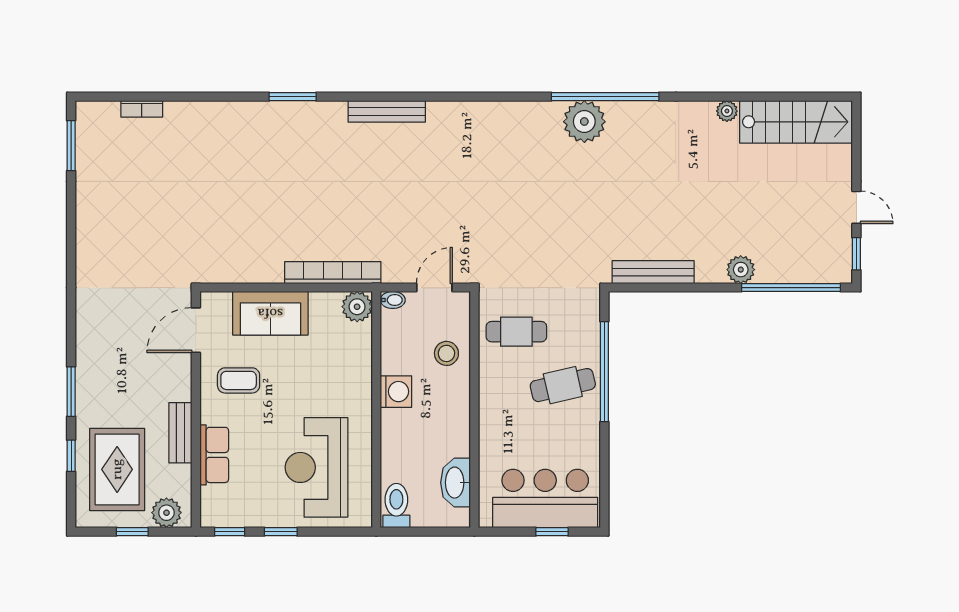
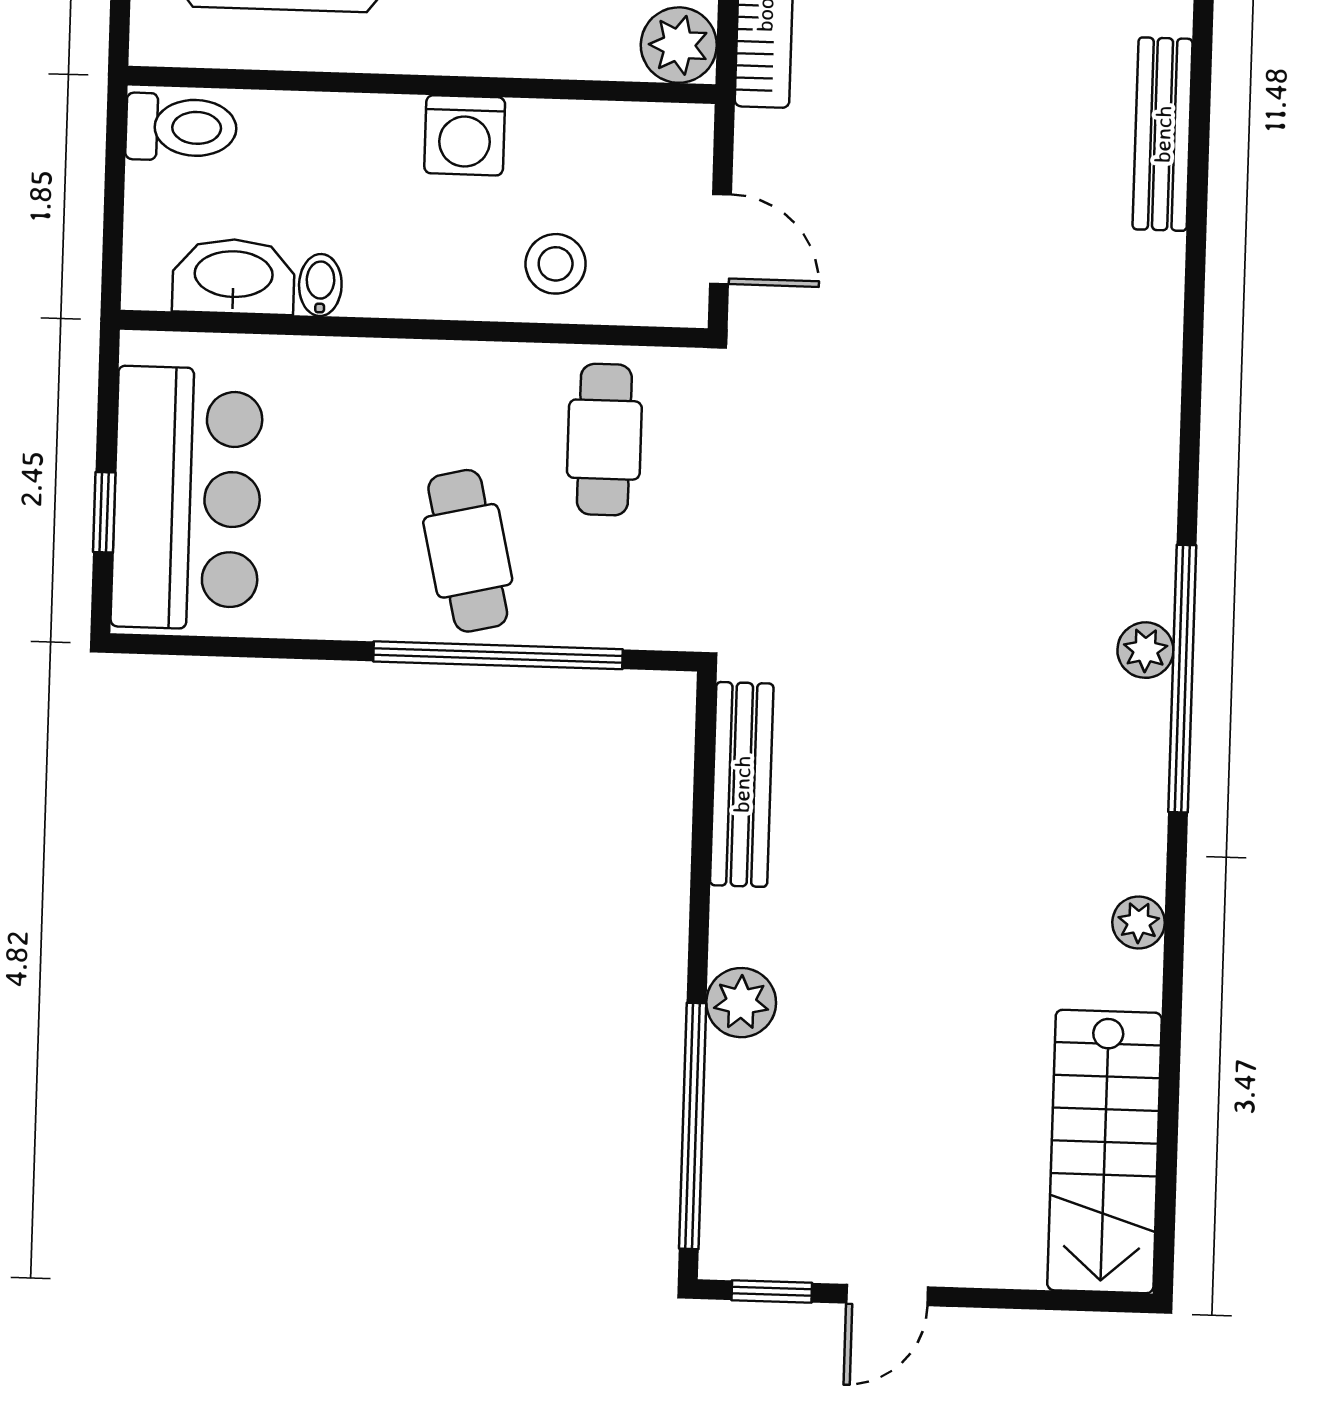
plant: (727, 111) -> (1139, 922), moved
plant: (584, 122) -> (1145, 650), width x0.53, depth x0.53
bidet: (393, 300) -> (320, 285), moved, turned 180

